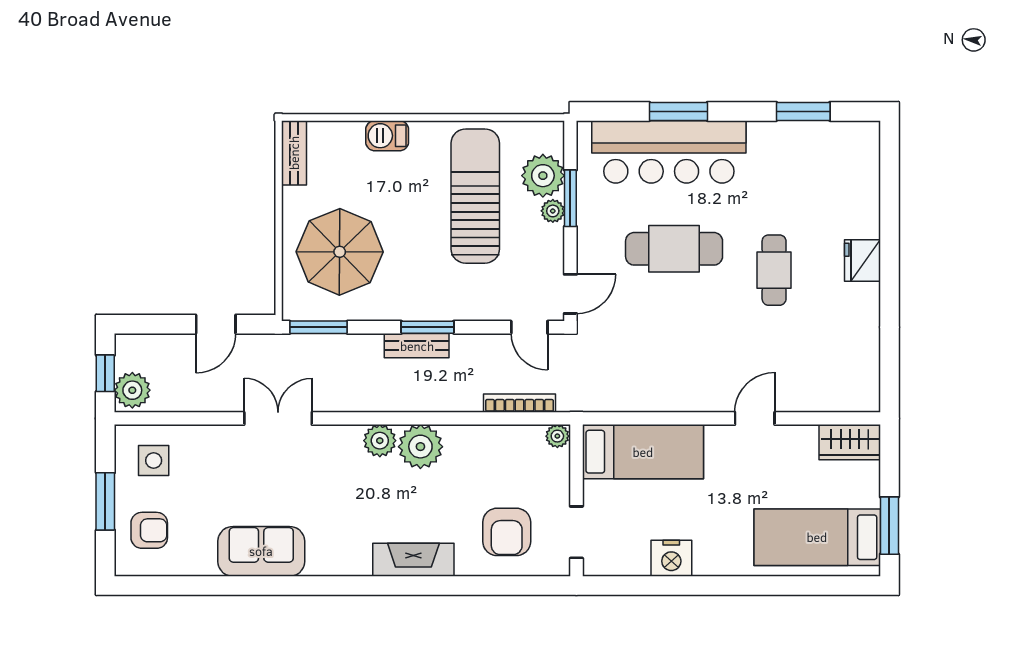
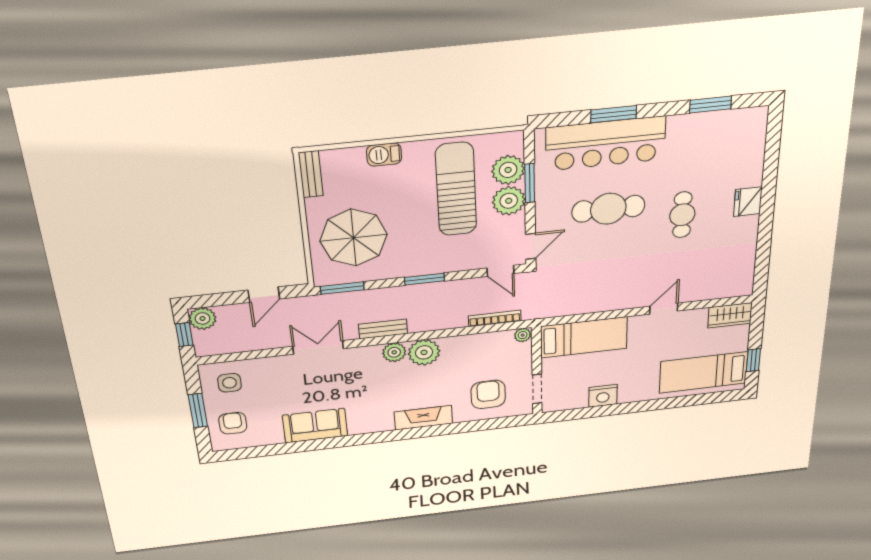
plant: (553, 211) -> (509, 201), width x1.88, depth x1.88
bench: (417, 346) -> (383, 329), moved
plant: (132, 390) -> (203, 319), moved
window: (889, 526) -> (753, 360), width x0.67
armchair: (149, 530) -> (233, 423), turned -90
armchair: (507, 532) -> (488, 394), turned 180

